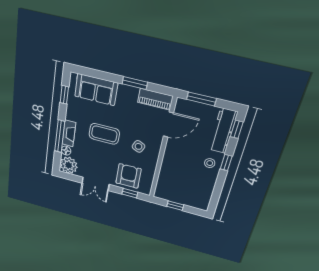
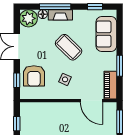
coffee table: (104, 134) -> (69, 47), turned -46
armchair: (128, 176) -> (34, 76), turned 91

